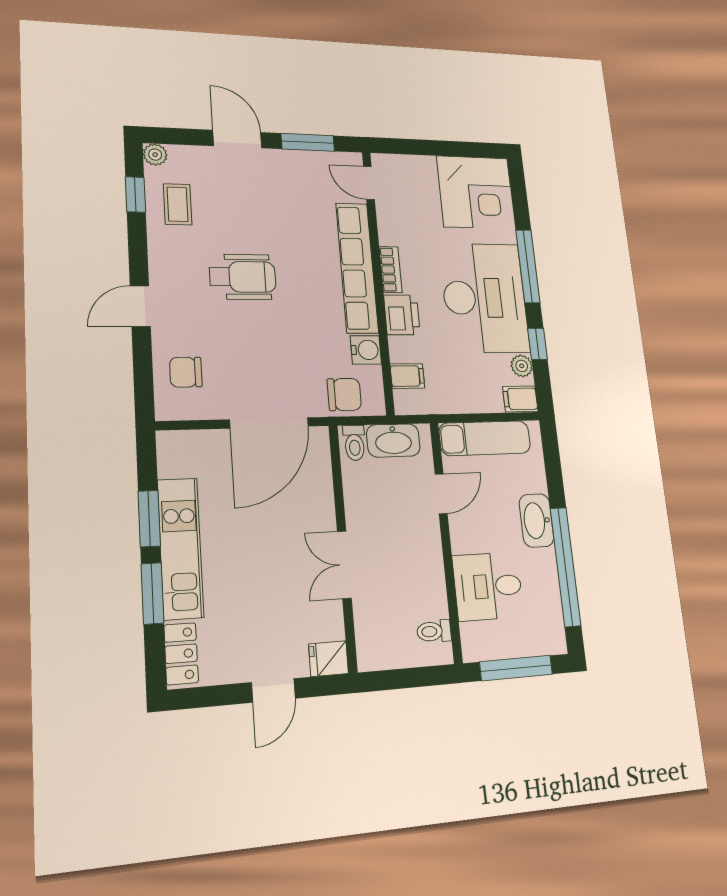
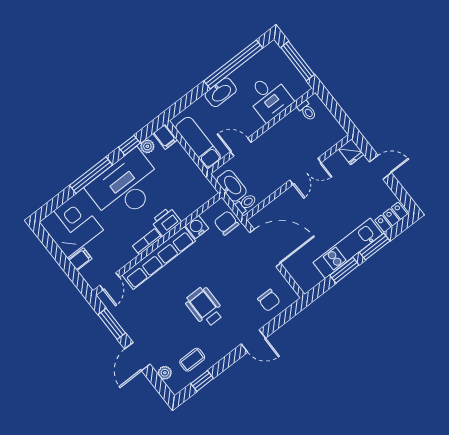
plant: (155, 155) -> (165, 373), moved
filing cabinet: (407, 376) -> (80, 259), moved, turned 90

